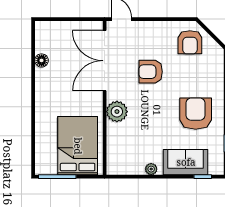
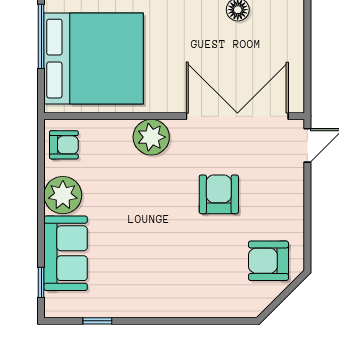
armchair: (196, 114) -> (64, 145), moved, width x0.53, depth x0.53
bed: (78, 146) -> (94, 59), width x1.36
plant: (151, 169) -> (63, 195), width x1.87, depth x1.87

